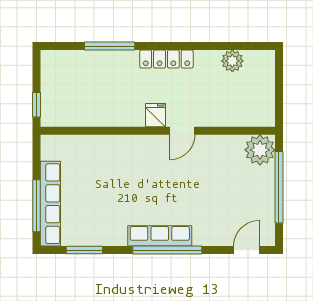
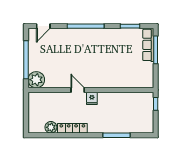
locker: (166, 59) -> (72, 128), moved
door: (182, 131) -> (78, 90), hinge flipped
row of seats: (50, 204) -> (148, 45), width x0.73
row of seats: (160, 236) -> (90, 34), removed

